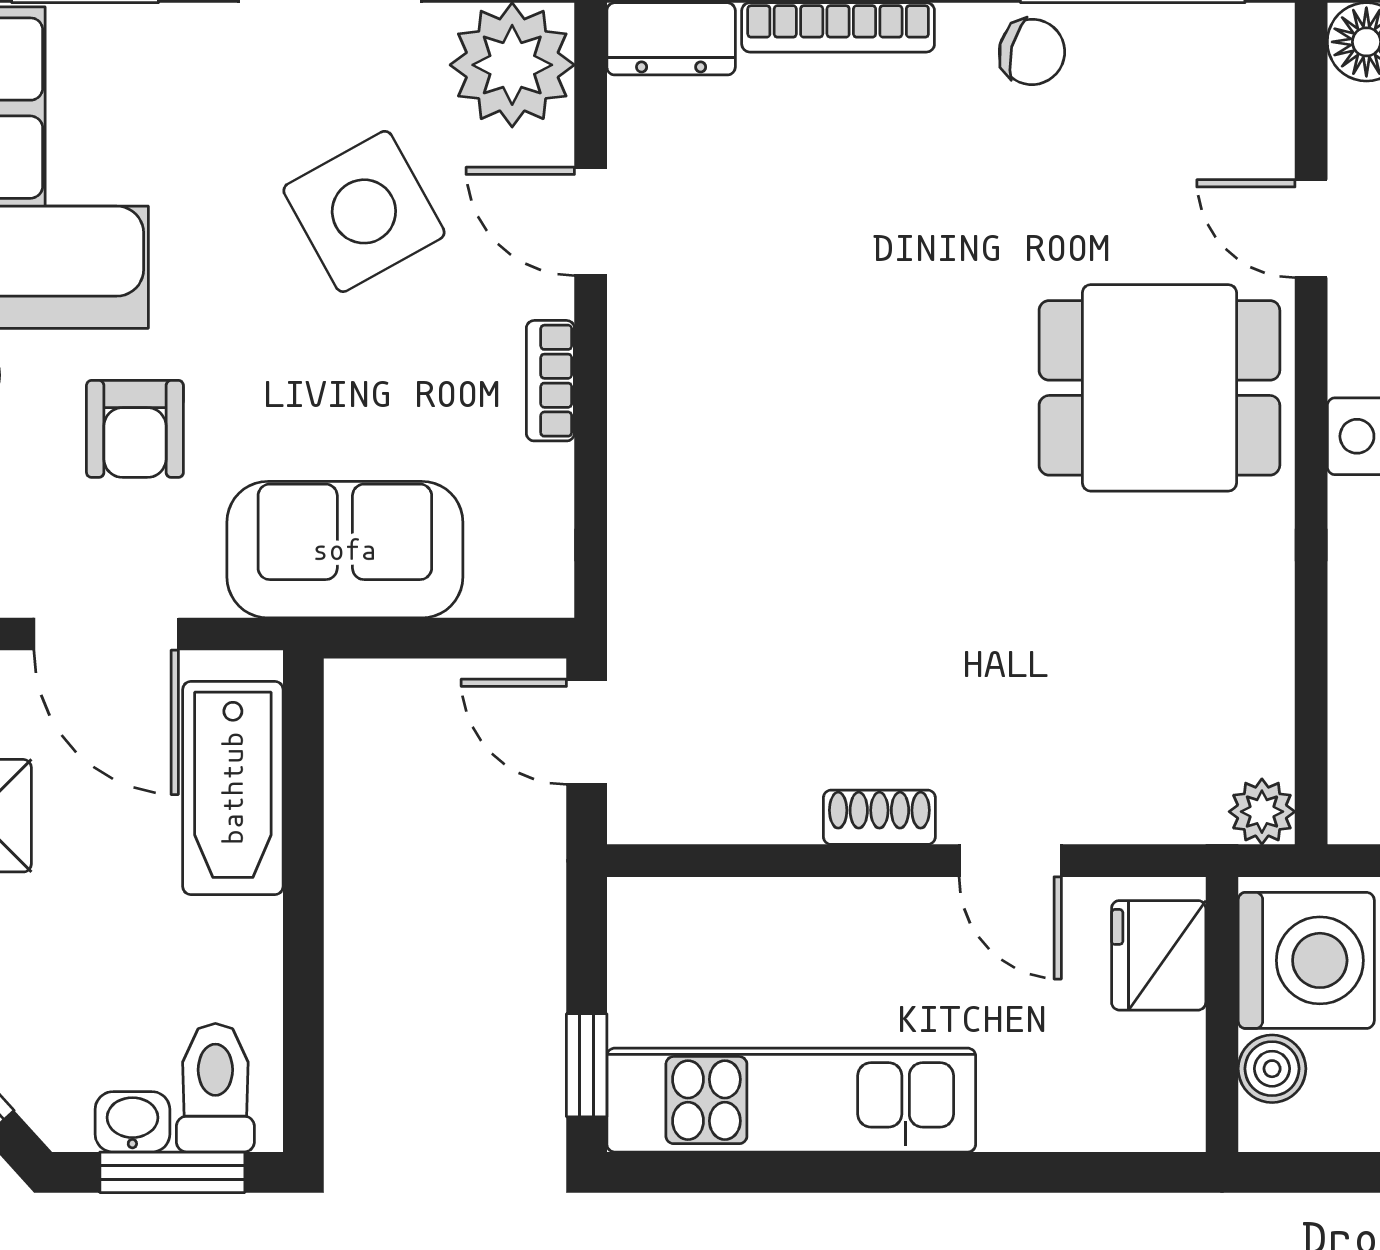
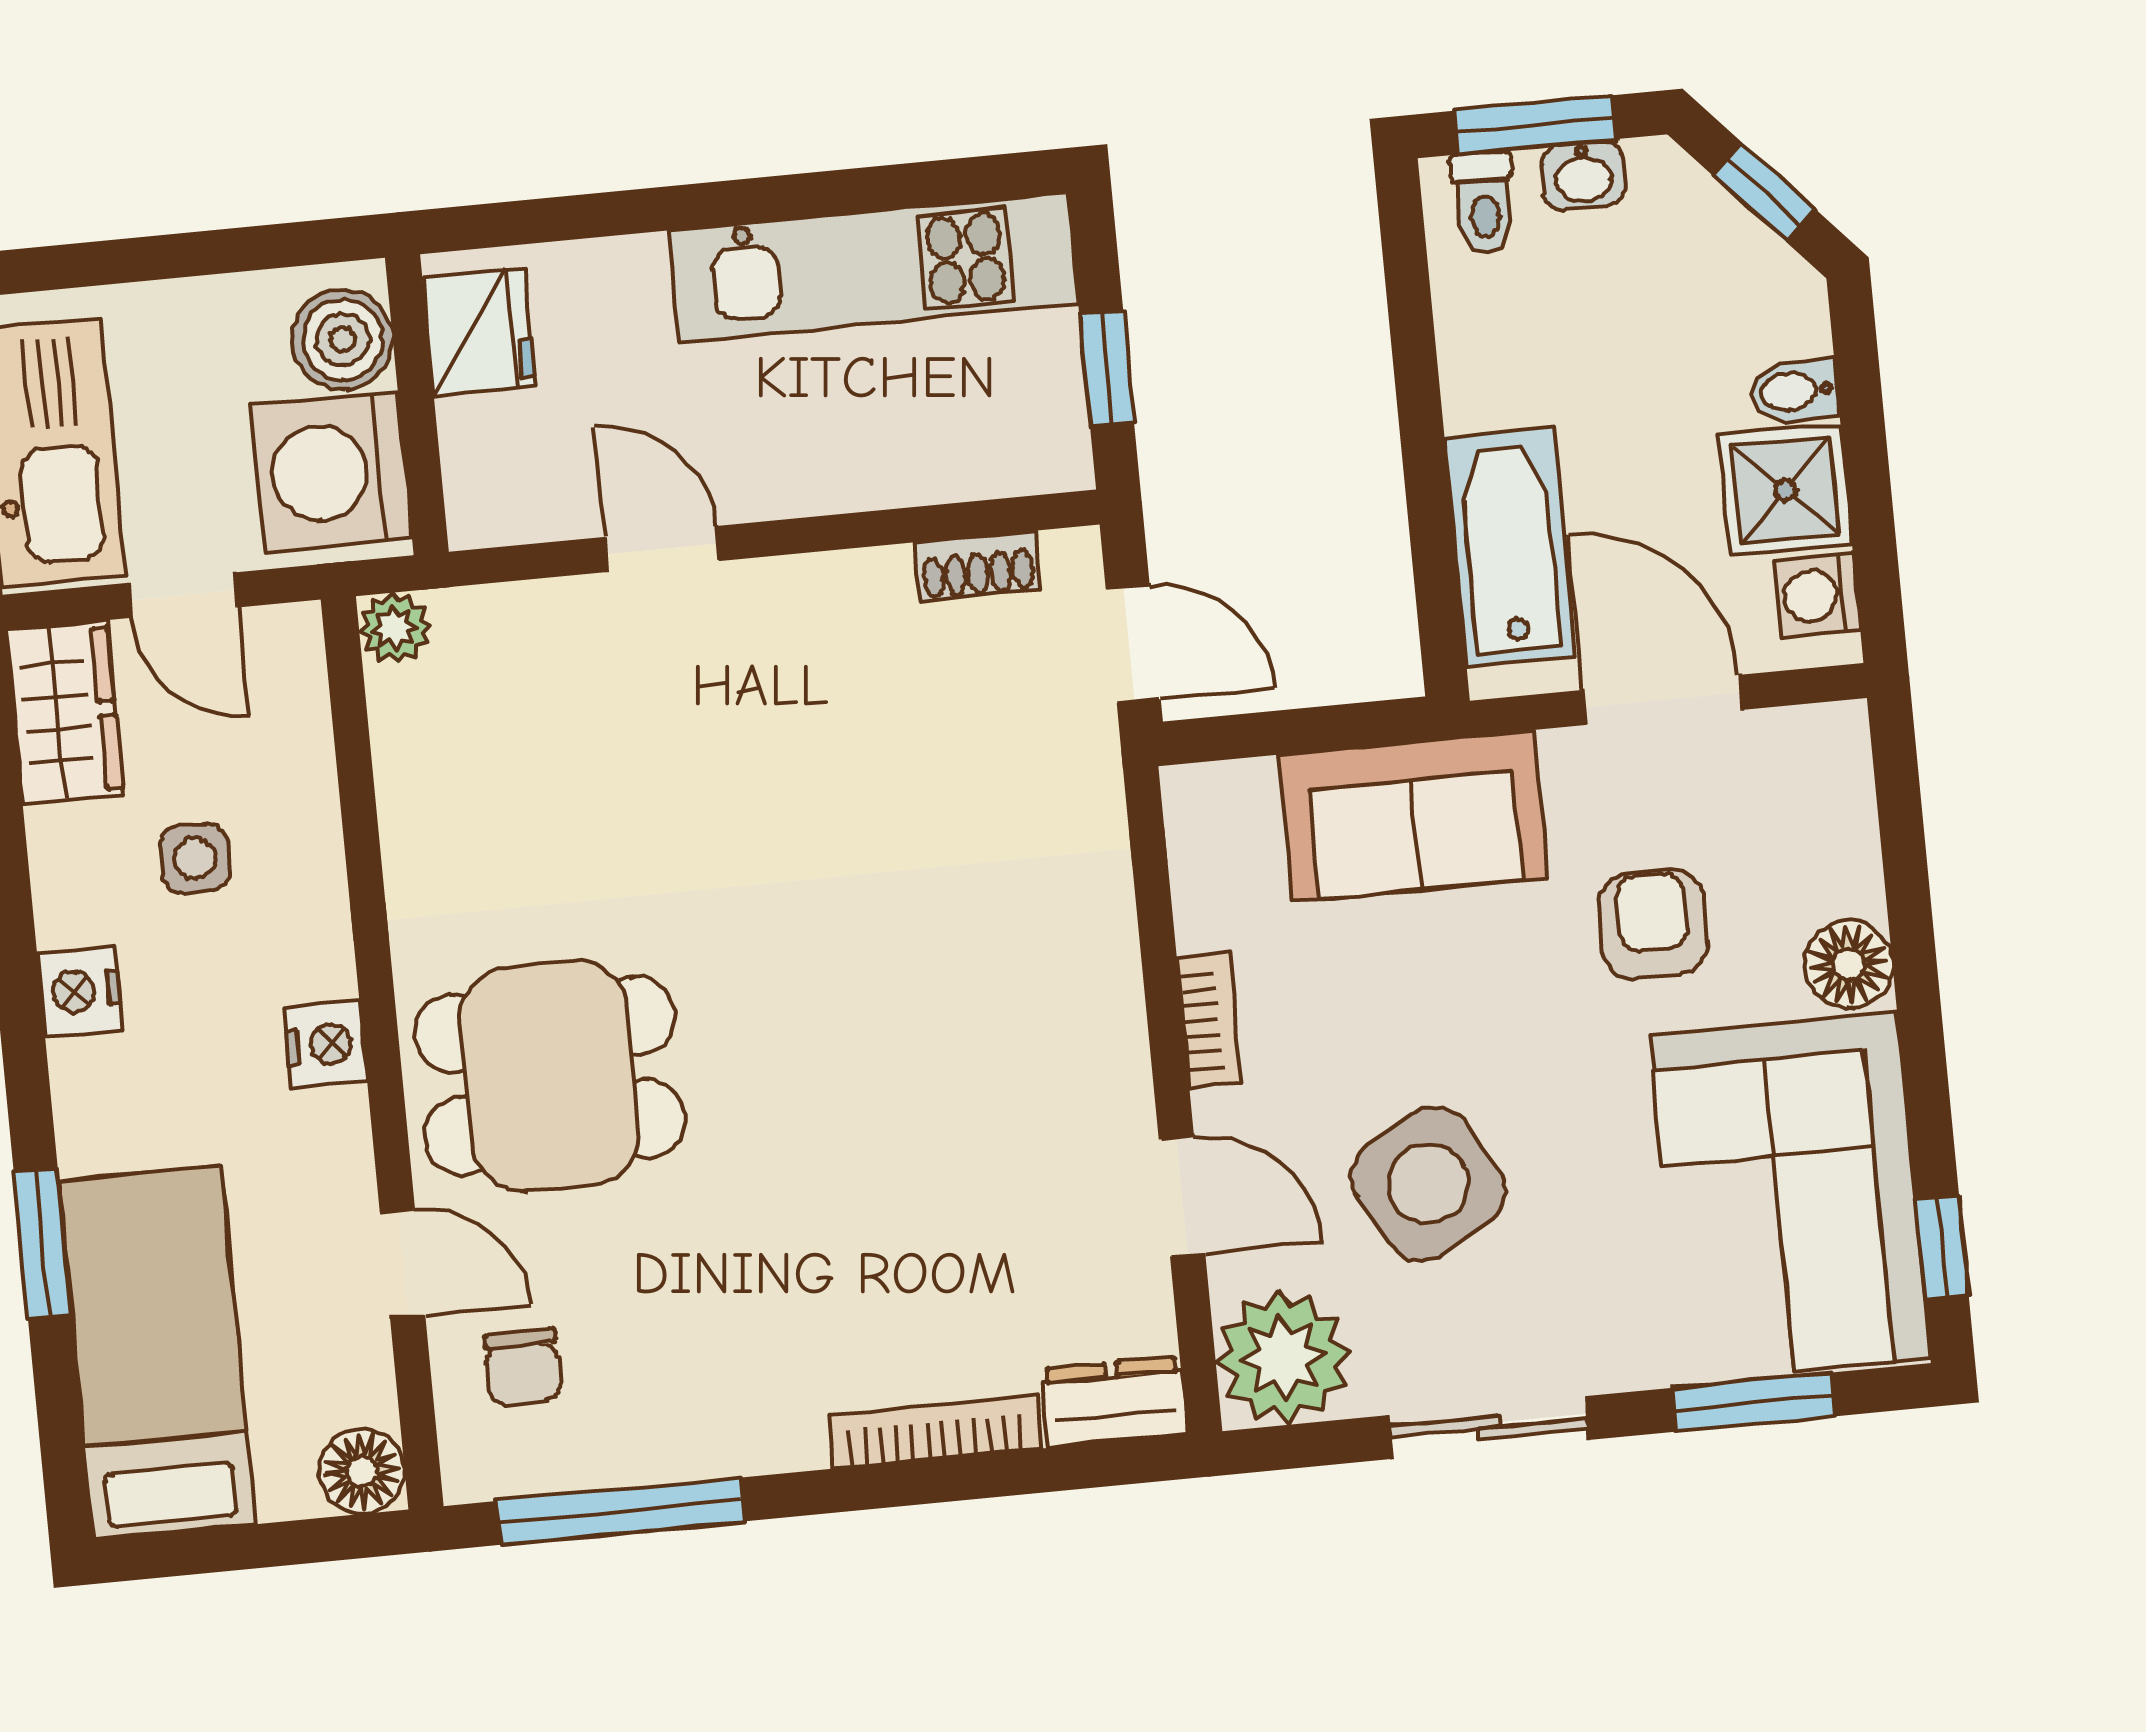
chair: (1032, 52) -> (522, 1367), moved, turned -104
shoe rack: (879, 817) -> (977, 566), moved
fridge: (1159, 955) -> (479, 332), moved
window: (587, 1065) -> (1107, 369), moved
boiler: (1272, 1069) -> (343, 339), width x1.36, depth x1.36
toilet: (215, 1088) -> (1484, 203), width x0.73, depth x0.72

